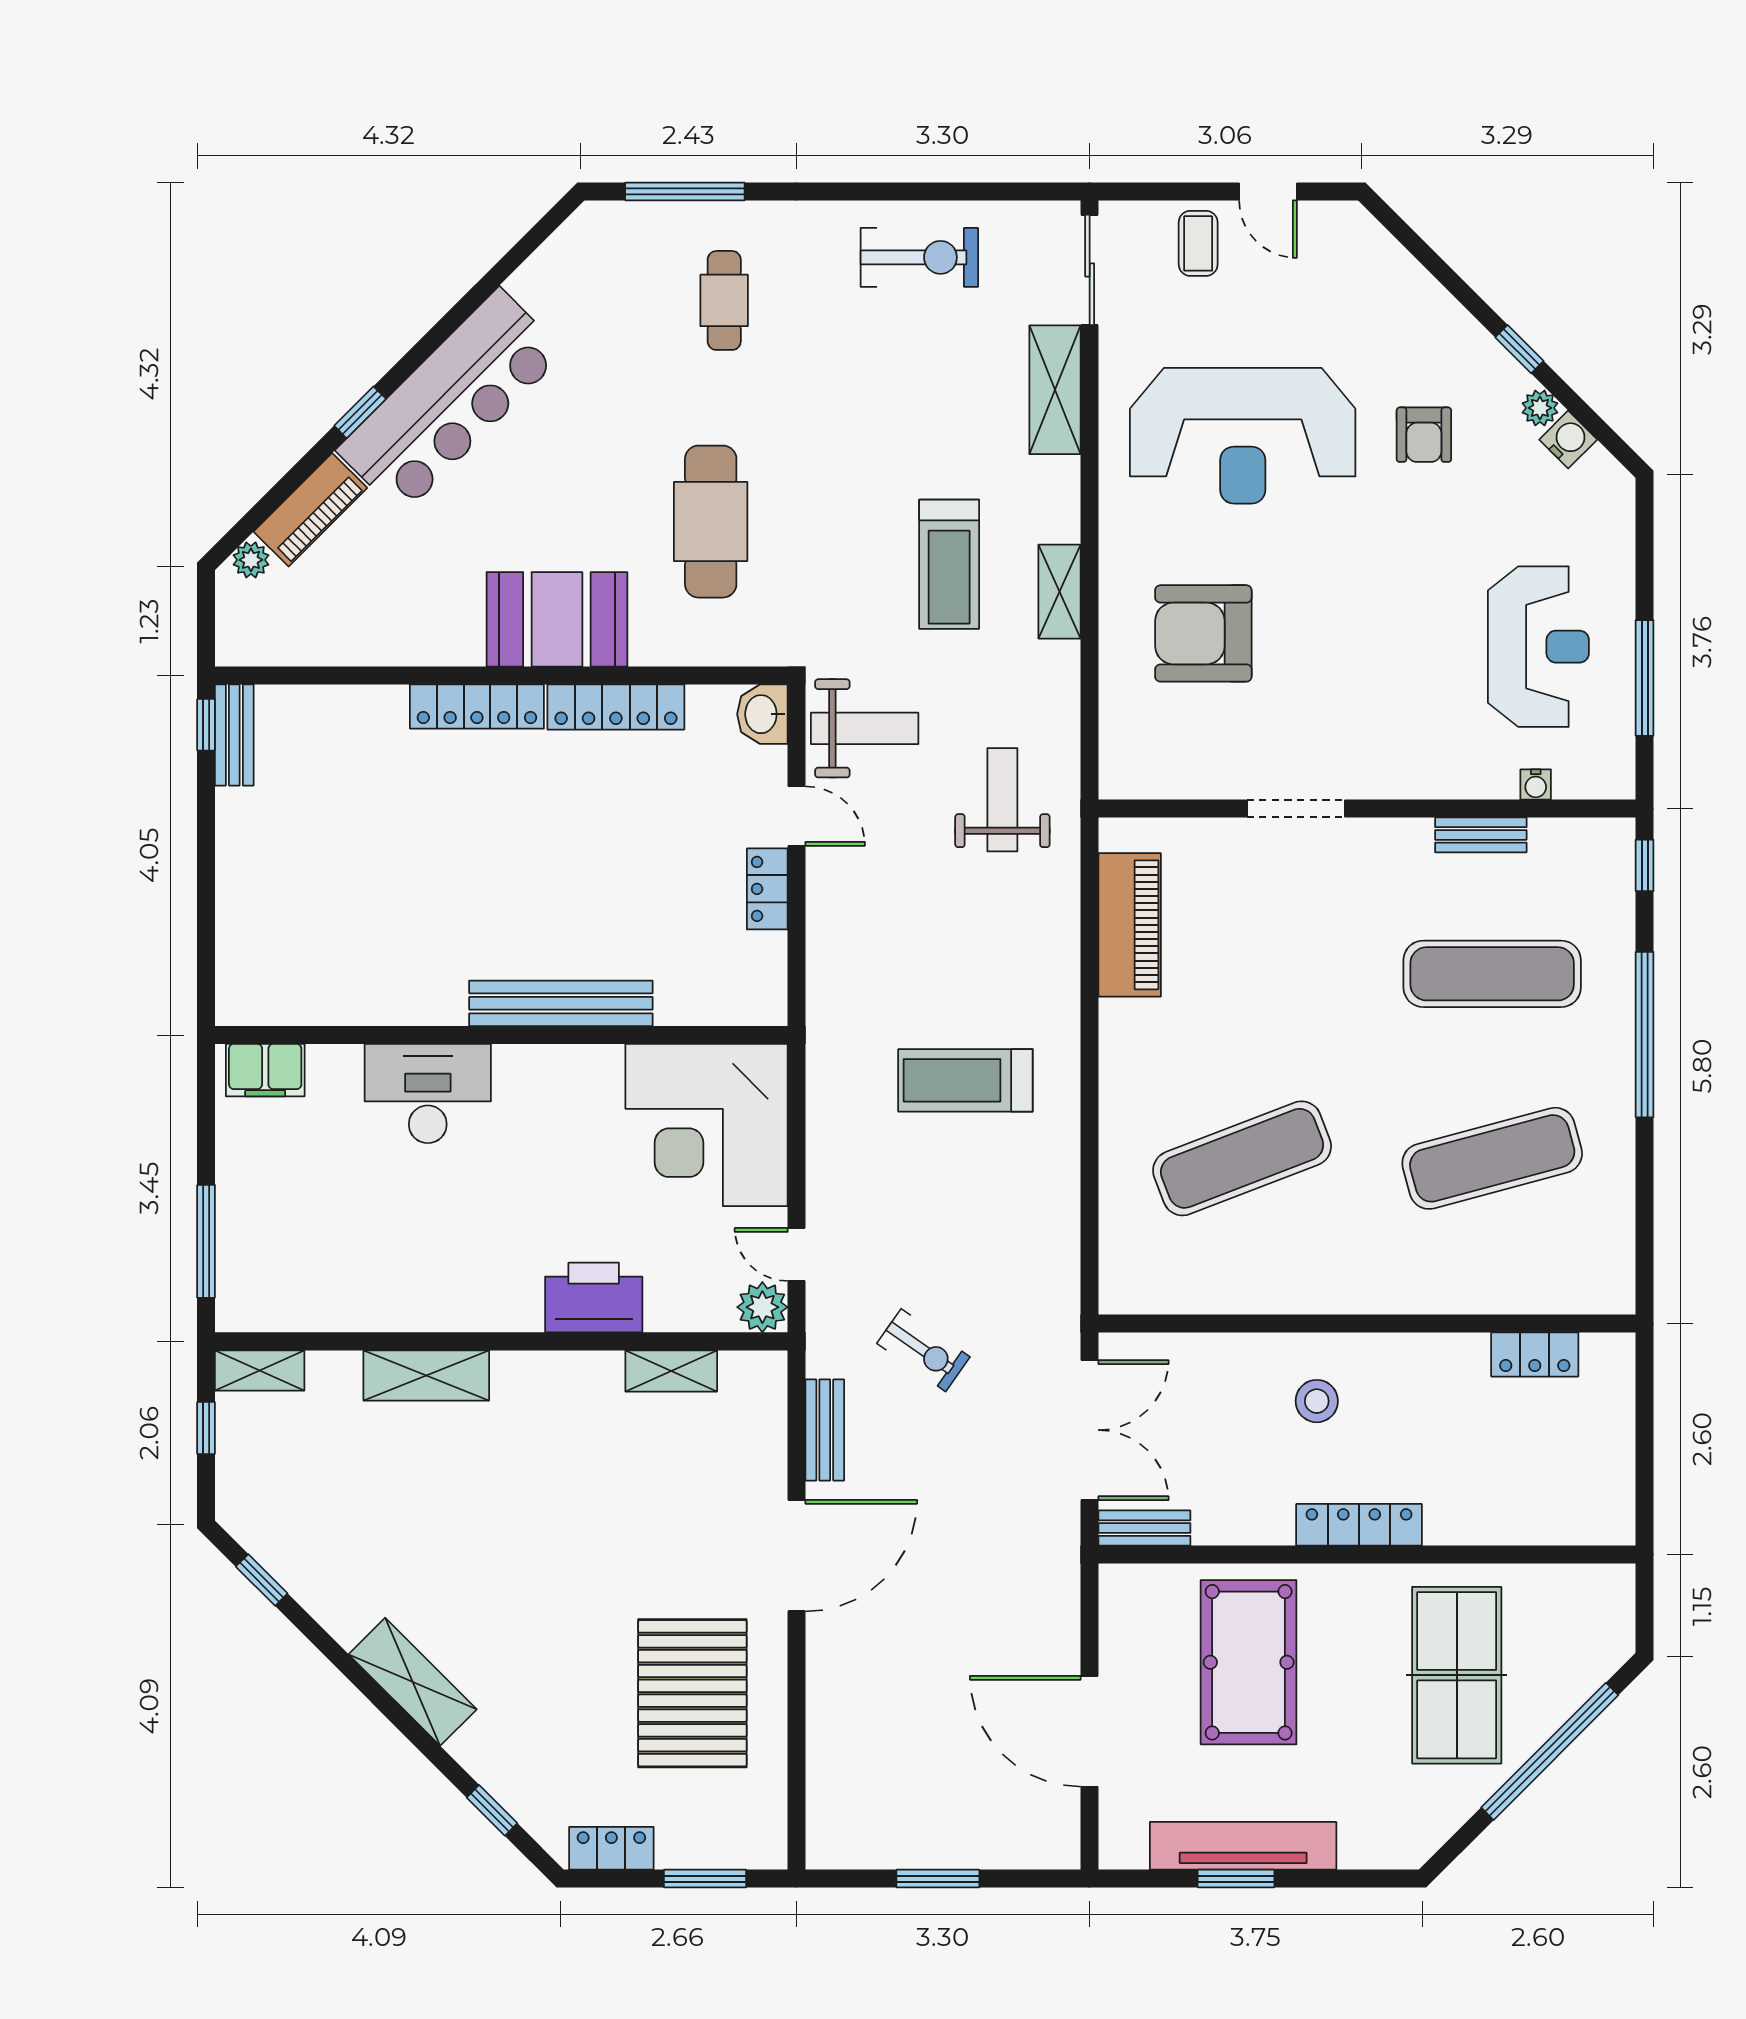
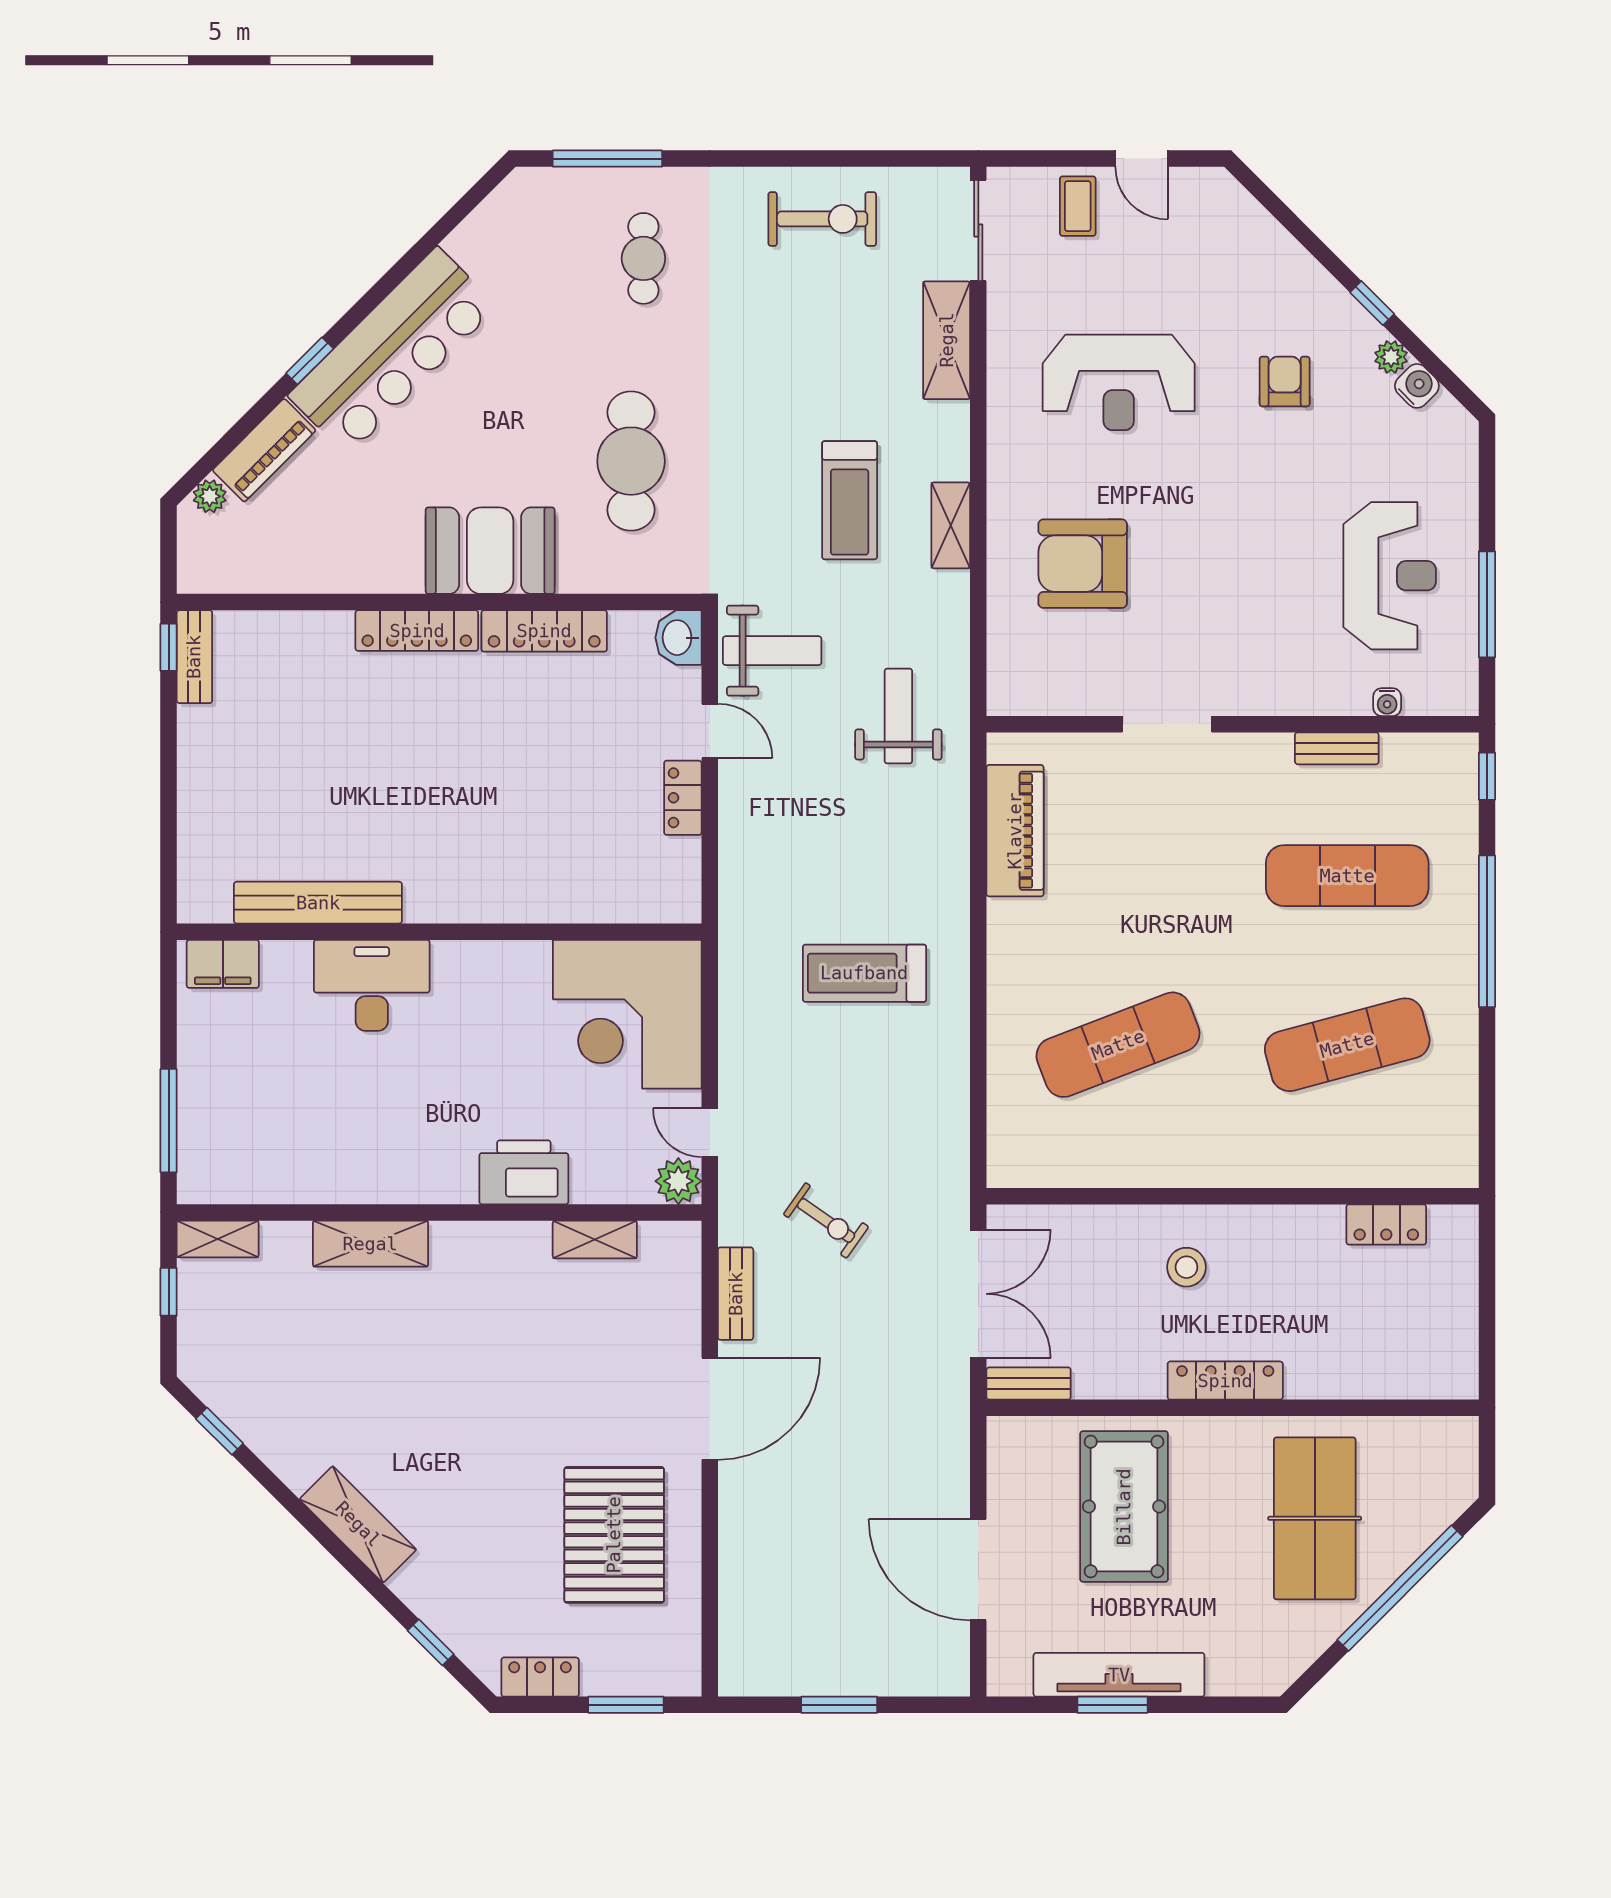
armchair: (1424, 435) -> (1285, 381), turned 180
reception desk: (1243, 436) -> (1119, 382), width x0.74, depth x0.77
bench: (561, 1003) -> (318, 903), moved

